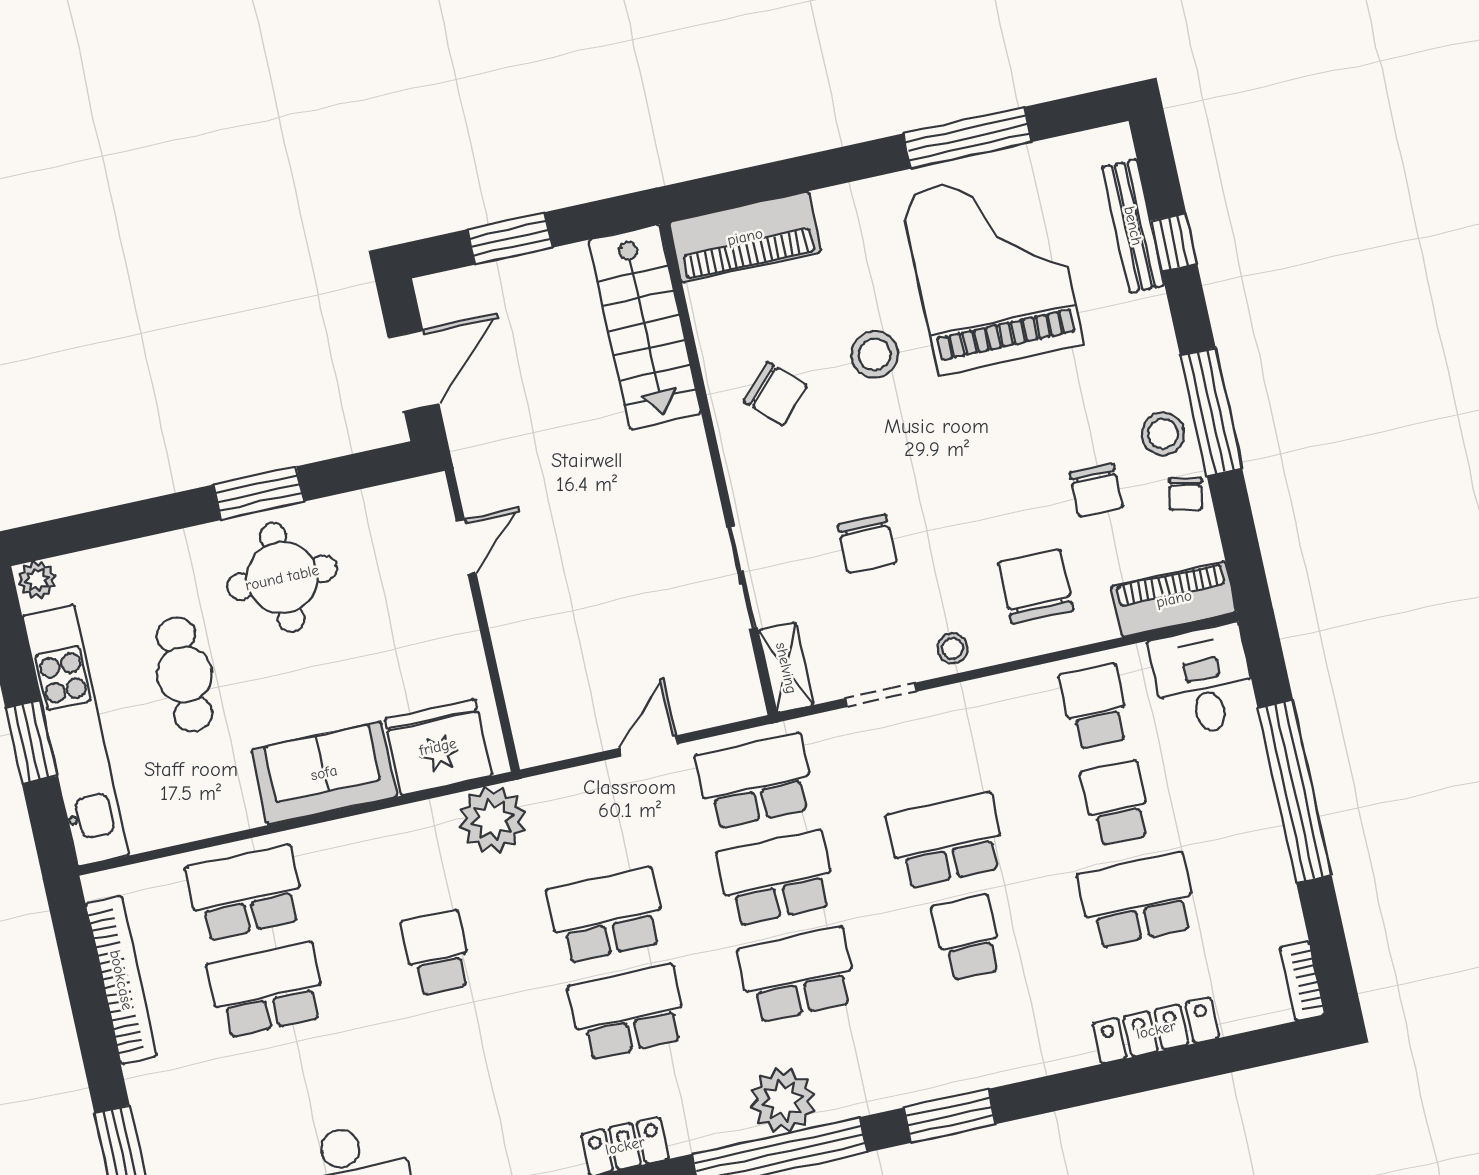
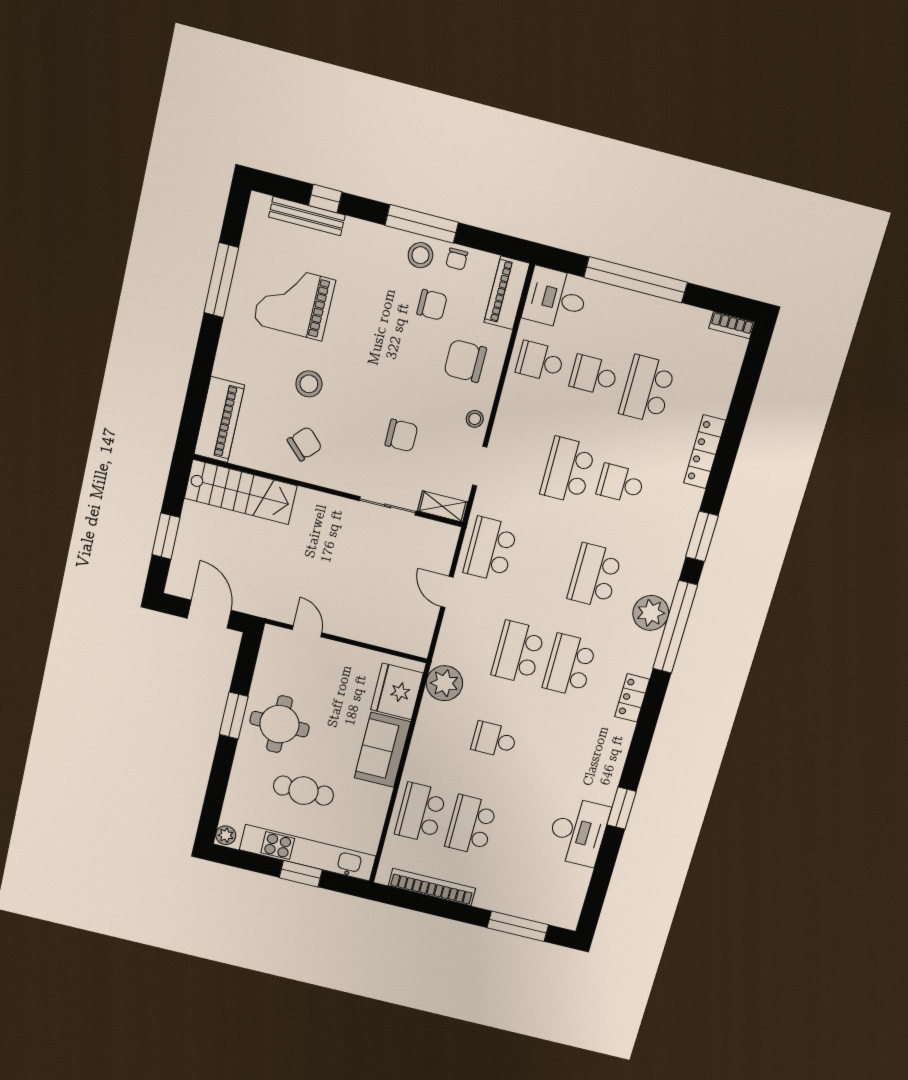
grand piano: (991, 269) -> (294, 302), width x0.73, depth x0.68
chair: (1186, 494) -> (457, 259), turned 78
school desk: (776, 878) -> (543, 562), removed
locker: (1156, 1030) -> (705, 452), moved

